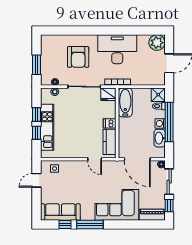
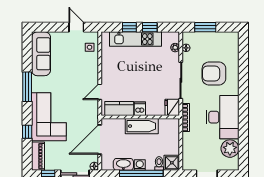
plant: (157, 43) -> (230, 149), moved
bathtub: (125, 102) -> (142, 126), moved
window: (65, 225) -> (27, 132), moved

